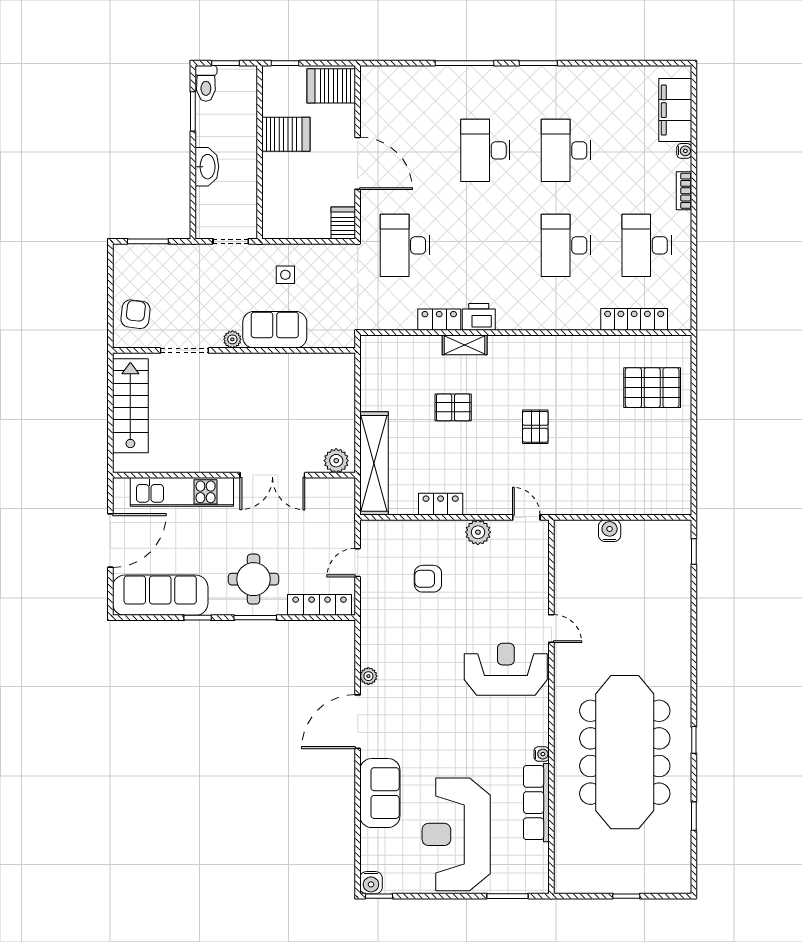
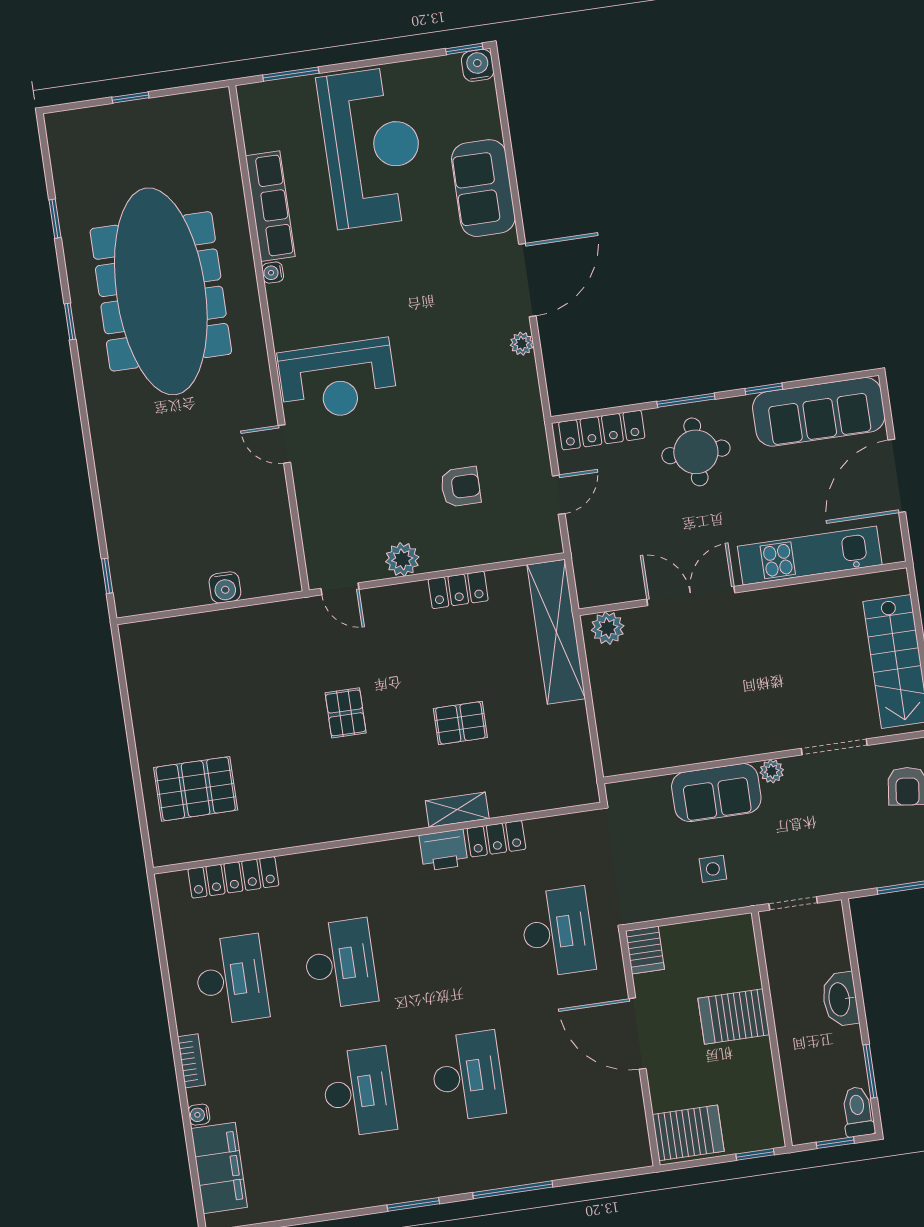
server rack: (286, 134) -> (734, 1016), moved

